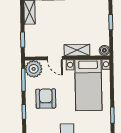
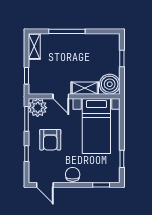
boiler: (104, 50) -> (110, 84), width x1.86, depth x1.86
armchair: (46, 99) -> (50, 140), turned 180

